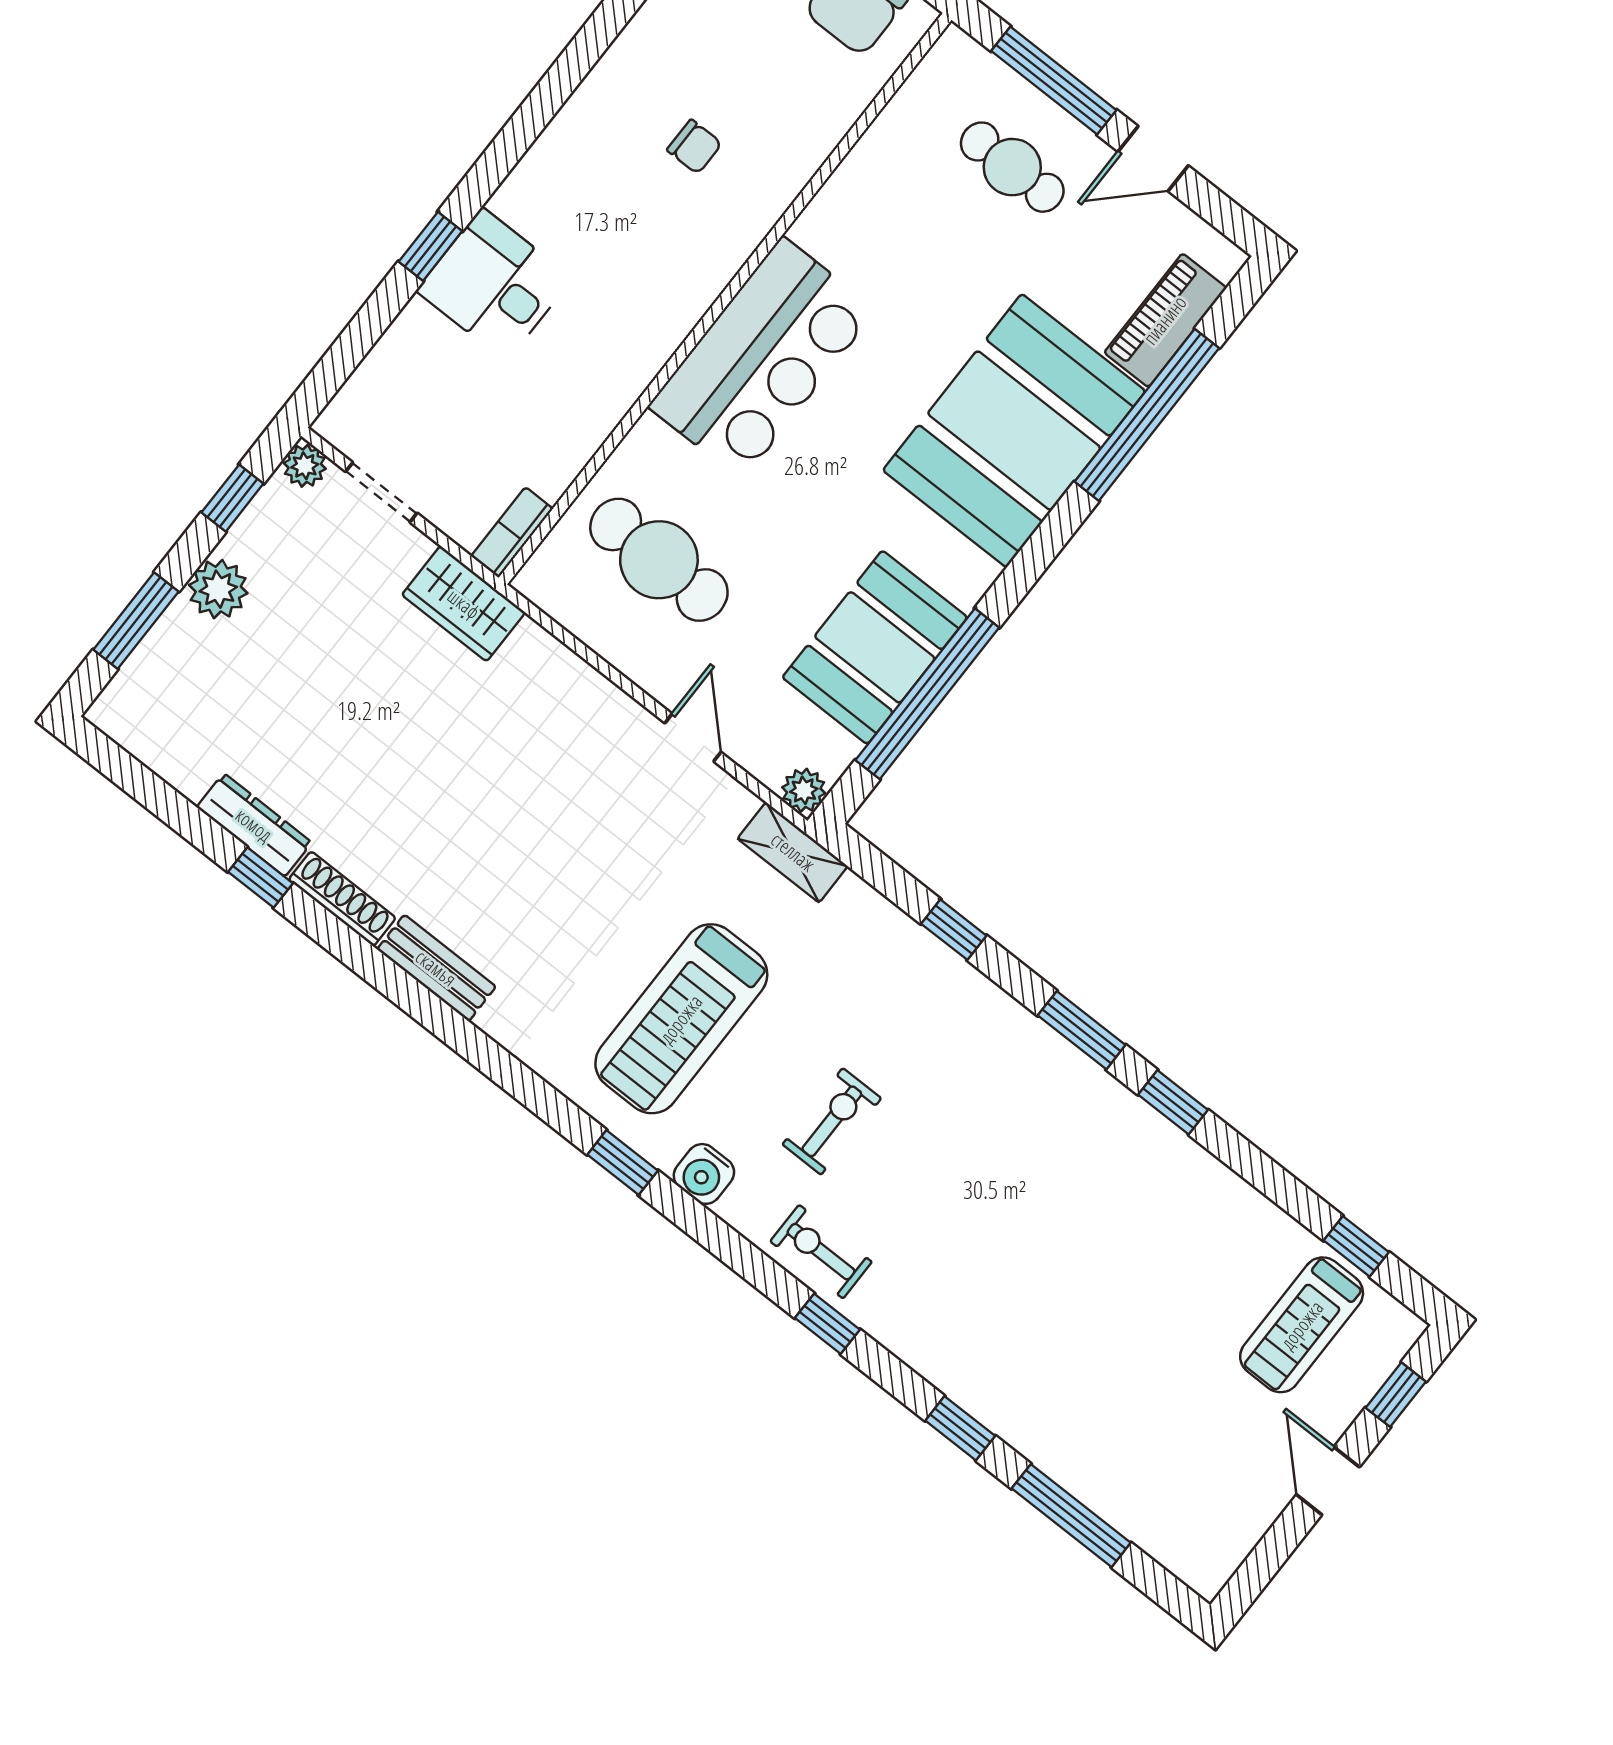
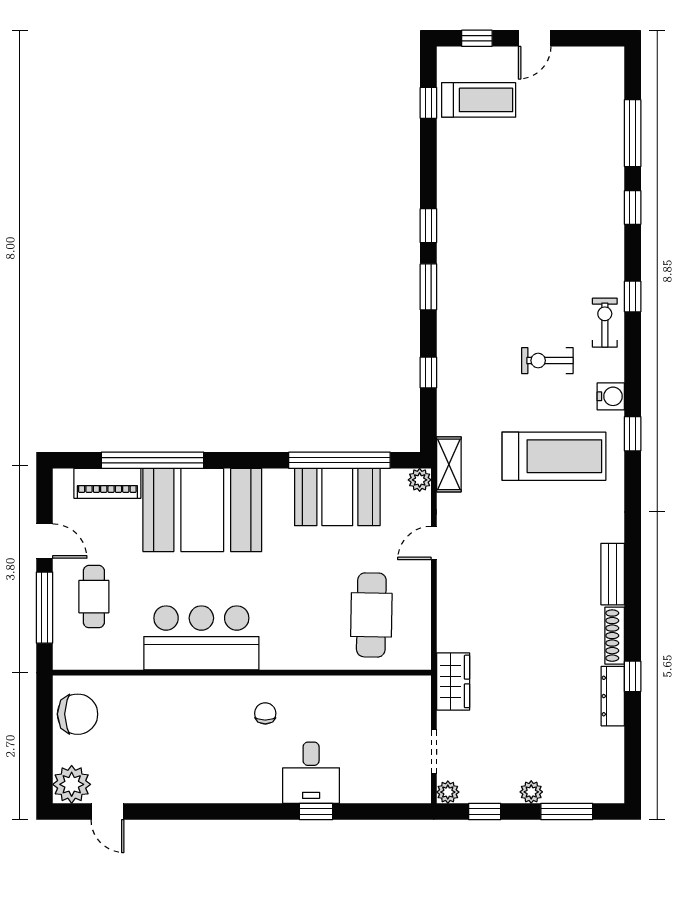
chair: (694, 147) -> (265, 713), moved
bar counter: (762, 358) -> (201, 638), moved
bookcase: (512, 532) -> (408, 685), removed
plant: (218, 589) -> (531, 792), width x0.73, depth x0.73
exercise bike: (821, 1252) -> (605, 323), turned 180

